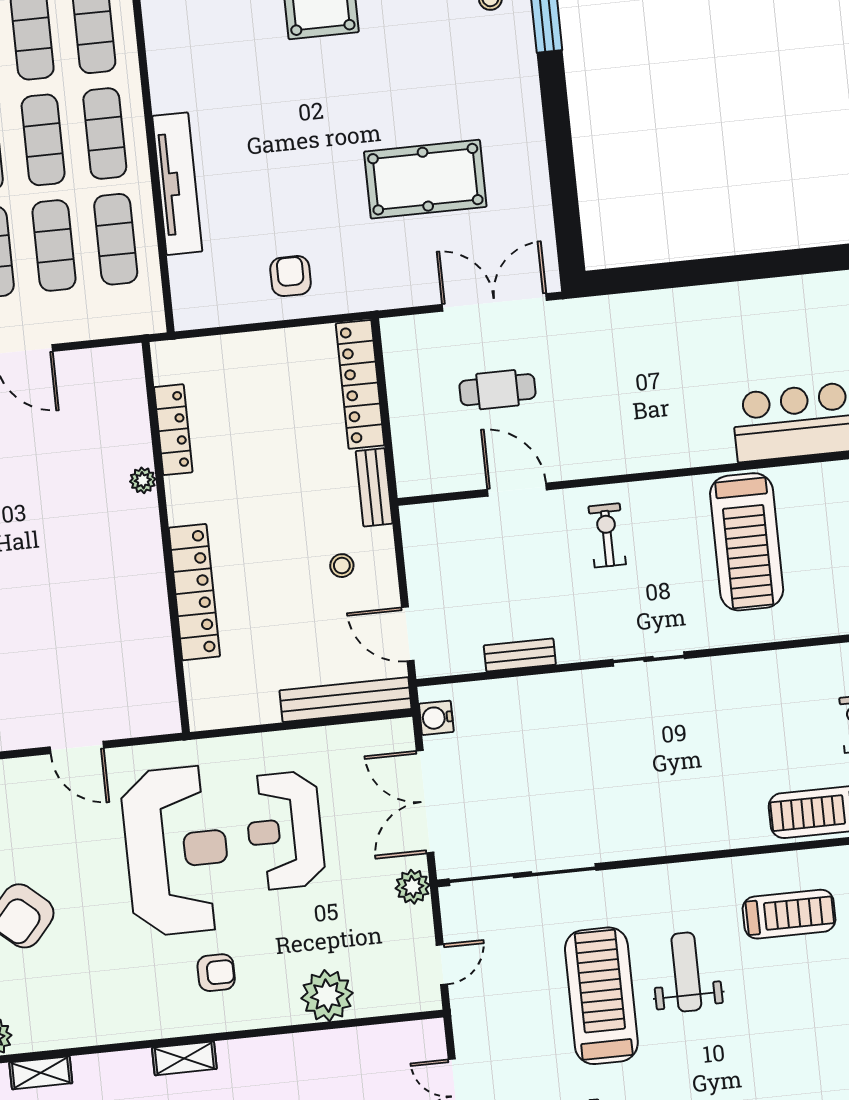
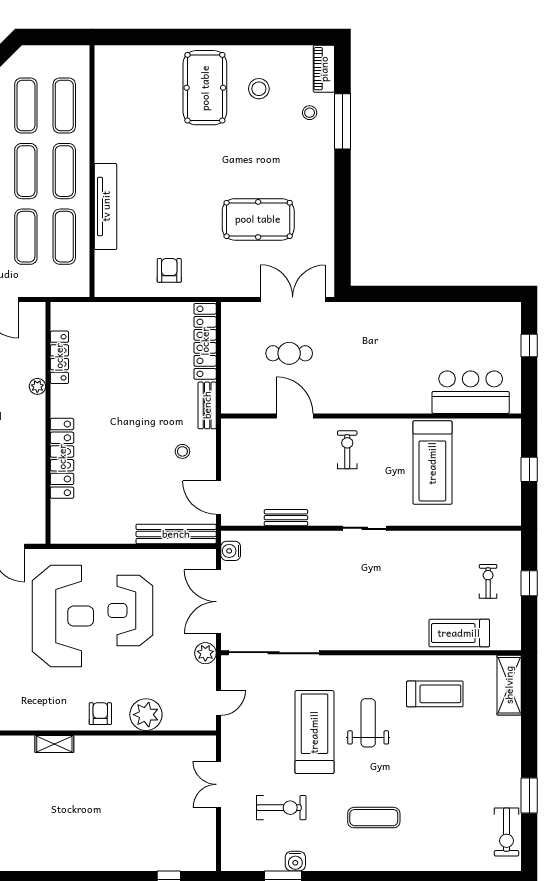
locker: (173, 430) -> (59, 357), moved
plant: (143, 480) -> (37, 386), moved
wall: (166, 537) -> (48, 423), moved
locker: (194, 592) -> (62, 458), moved
armchair: (216, 973) -> (100, 714), moved, turned -90

